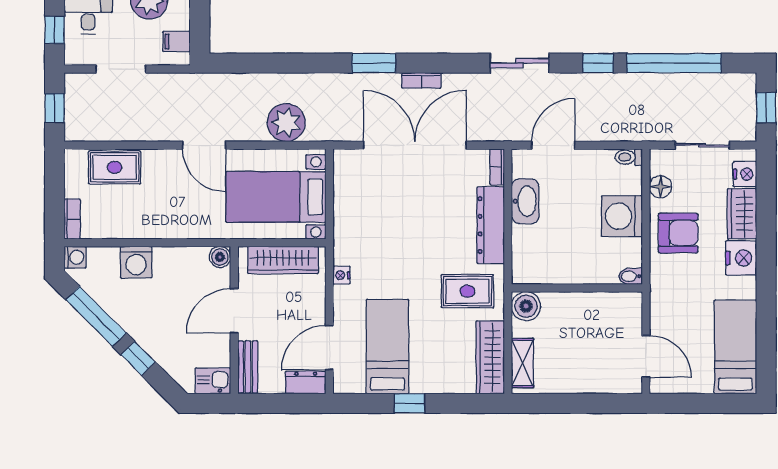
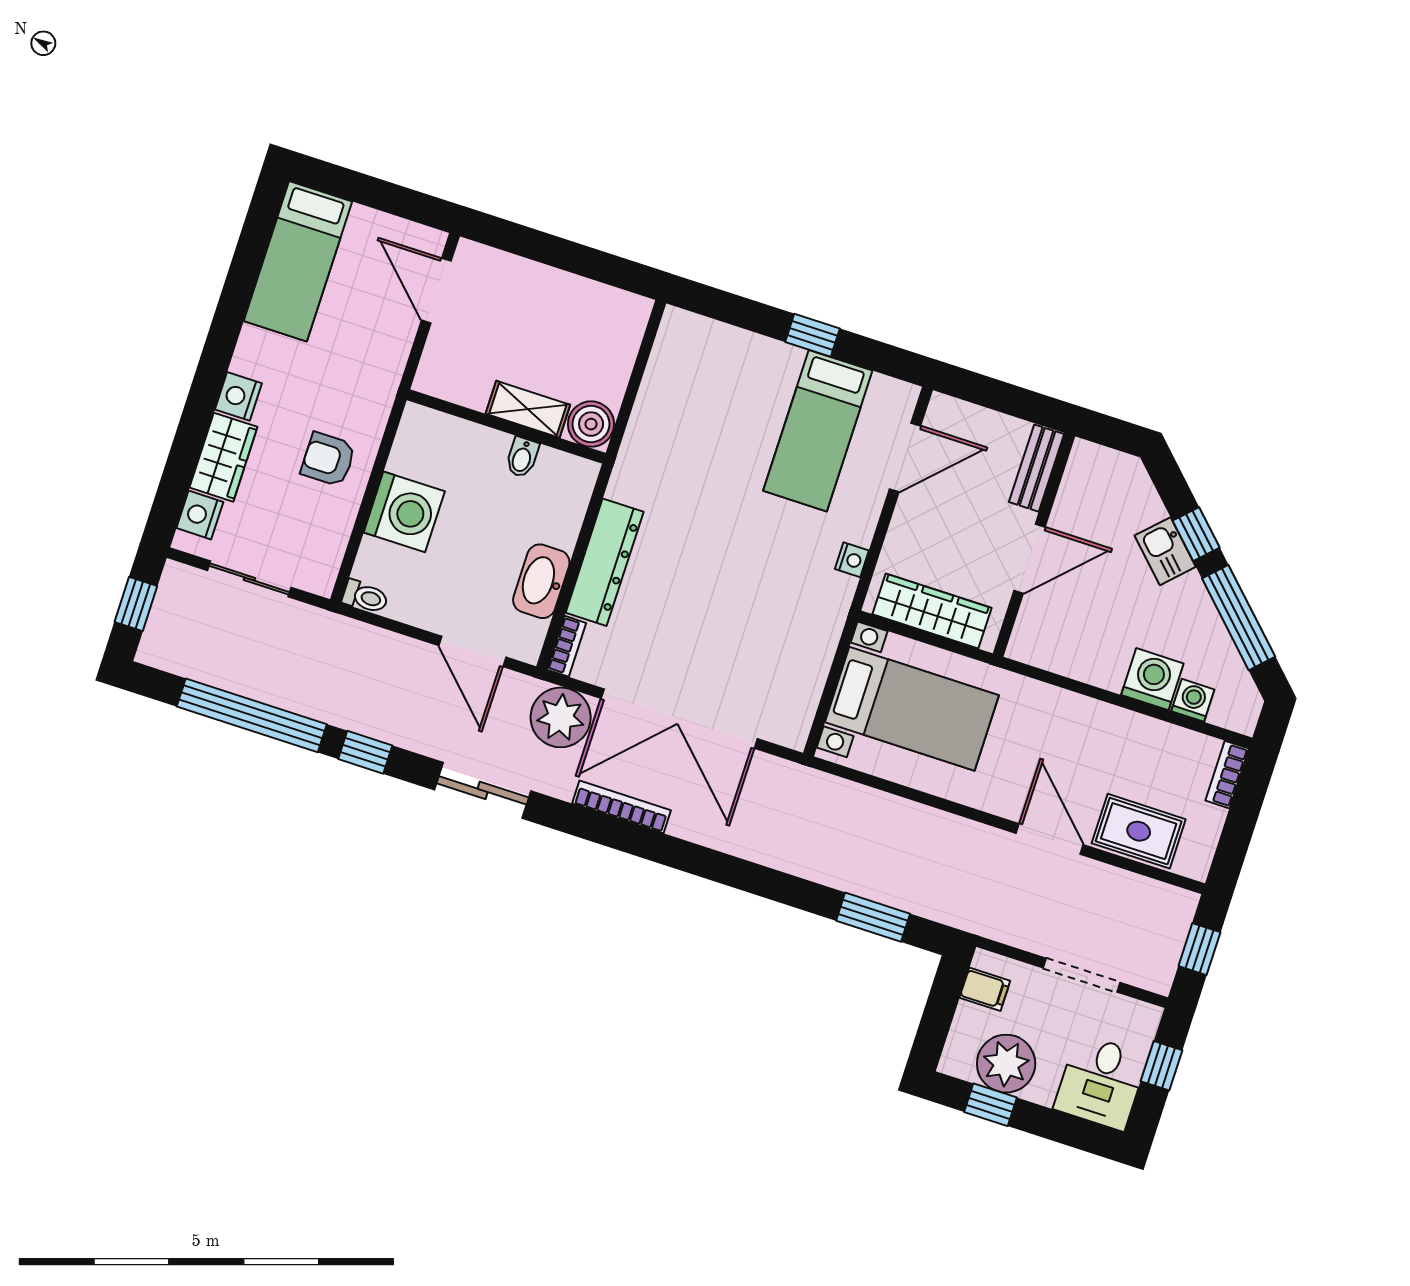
window: (374, 63) -> (873, 917), moved
bookcase: (421, 80) -> (622, 807), width x1.56
plant: (286, 123) -> (561, 717), moved
door: (204, 145) -> (1050, 839), moved
door: (553, 145) -> (472, 651), hinge flipped
floor lamp: (661, 187) -> (332, 537), removed
armchair: (678, 233) -> (328, 459), width x0.72, depth x0.72
washing machine: (75, 257) -> (1193, 700), moved, turned 90
boiler: (220, 257) -> (1025, 646), removed
nightstand: (741, 258) -> (238, 396), width x0.74, depth x0.75
bidet: (630, 276) -> (522, 457), moved, turned 90
rug: (467, 291) -> (671, 475), removed
wardrobe: (490, 357) -> (669, 365), removed
shelving: (523, 363) -> (528, 409), moved, turned 90
kitchen sink: (213, 381) -> (1165, 551), moved, turned 45
dresser: (306, 382) -> (958, 417), removed

